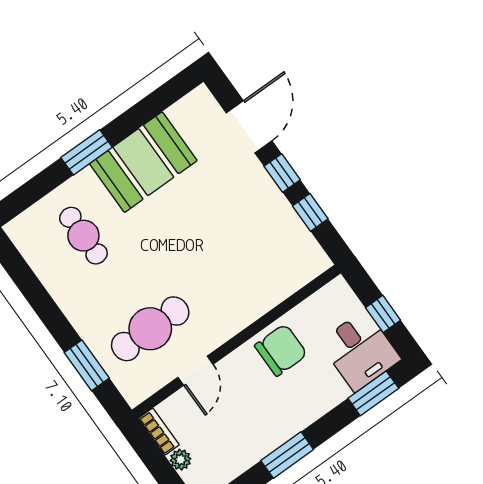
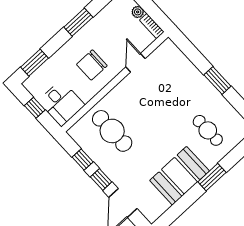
cafe table: (150, 329) -> (112, 131), moved, turned 90
chair: (281, 350) -> (92, 65), moved
desk: (360, 351) -> (61, 103), moved, turned 180
window: (87, 365) -> (217, 80), moved

